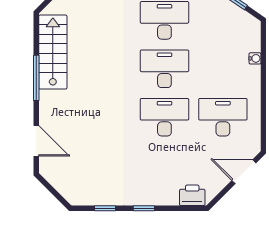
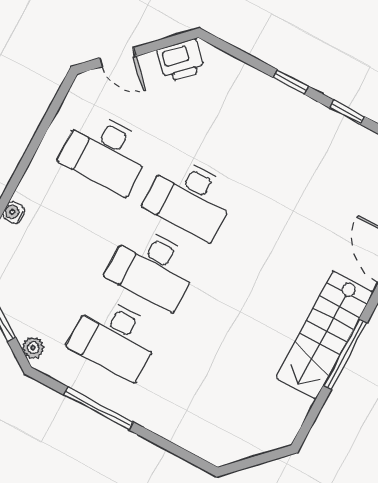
stairs: (53, 52) -> (325, 335), moved
door: (244, 172) -> (118, 57), width x0.73
printer: (192, 195) -> (181, 60), moved, turned -45

